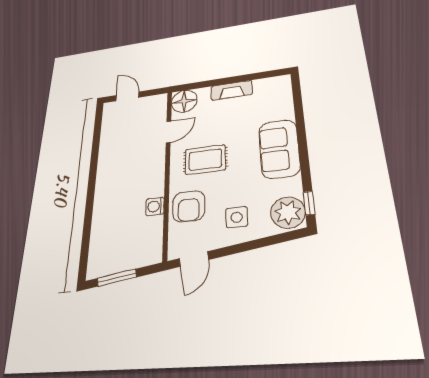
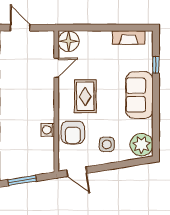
fireplace: (232, 90) -> (129, 38), moved
rug: (205, 160) -> (85, 96), turned 90
window: (309, 203) -> (156, 65), moved
door: (194, 259) -> (77, 172), hinge flipped

